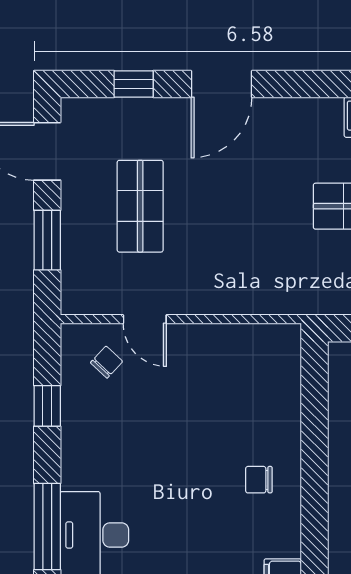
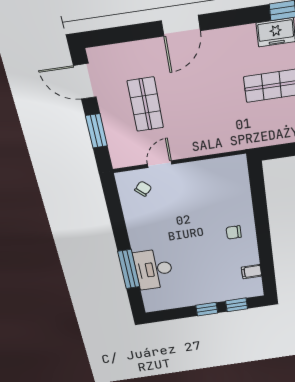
window: (134, 84) -> (128, 34), removed
door: (145, 319) -> (160, 164), swing flipped
window: (47, 406) -> (116, 214), removed

